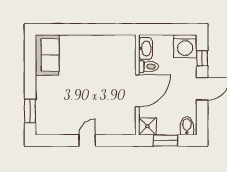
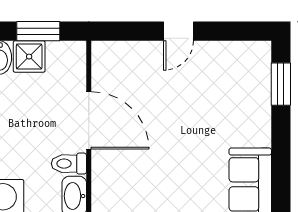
door: (137, 91) -> (89, 120), swing flipped
shower: (147, 126) -> (29, 57), moved

